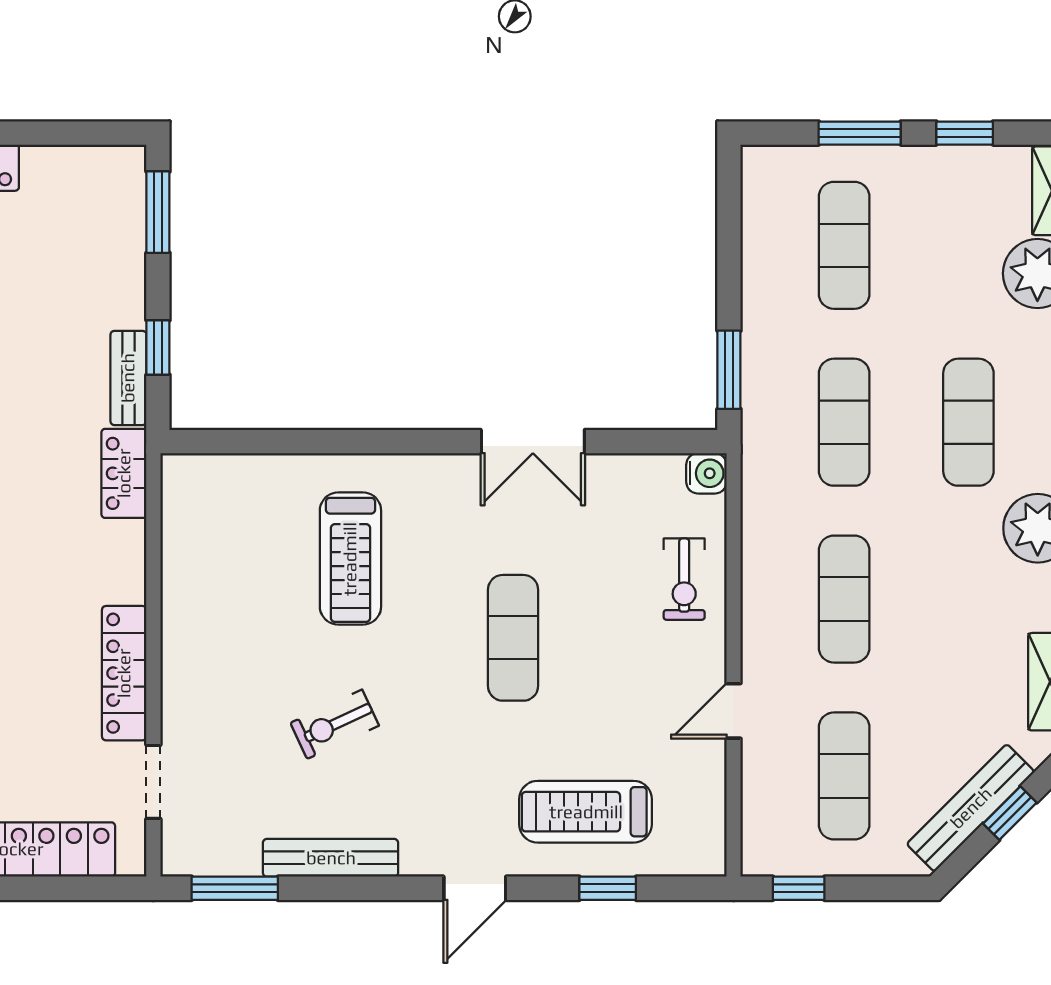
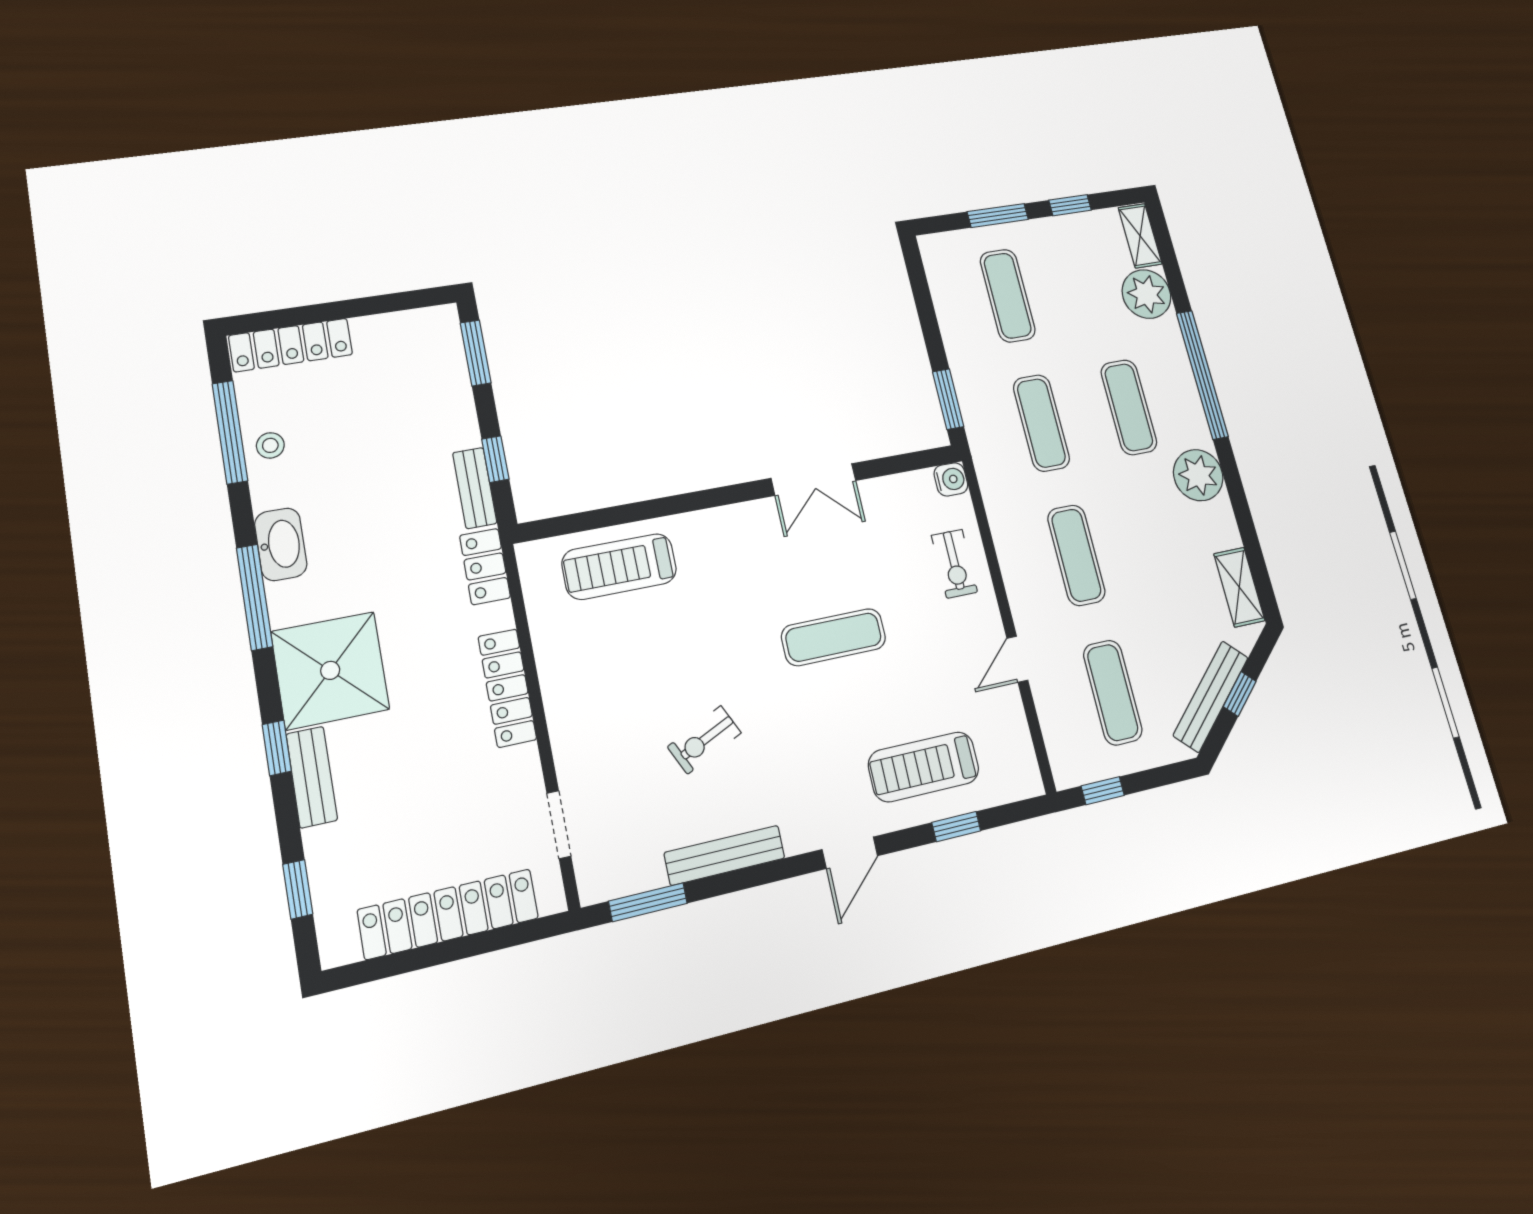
treadmill: (350, 559) -> (619, 566), moved, turned 90
exercise mat: (513, 638) -> (834, 637), turned 90
locker: (124, 673) -> (507, 688), moved

